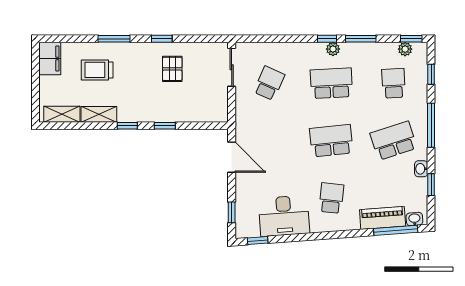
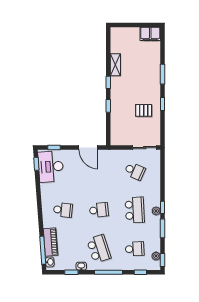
trolley: (97, 70) -> (143, 64), removed
shelving: (62, 114) -> (115, 42), removed
school desk: (331, 141) -> (99, 210), width x0.54
door: (232, 157) -> (88, 148), hinge flipped
desk: (284, 216) -> (51, 167), moved

